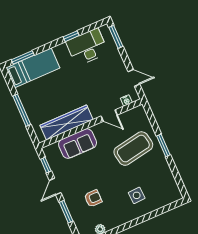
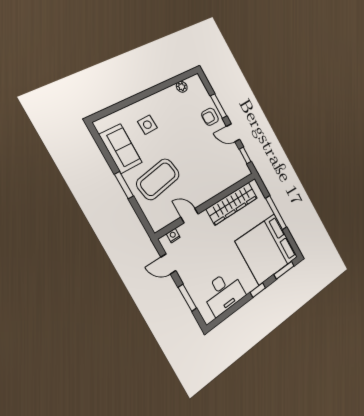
window: (71, 36) -> (258, 290), moved
window: (116, 37) -> (187, 298), moved
bed: (33, 68) -> (267, 249), width x2.04
sofa: (78, 144) -> (121, 149), moved, turned 90
door: (55, 186) -> (233, 133), swing flipped
armchair: (93, 198) -> (210, 117), moved

